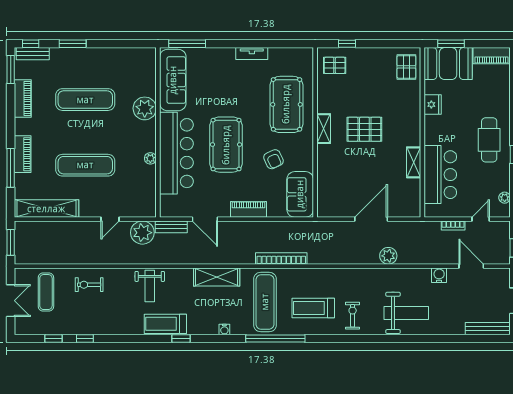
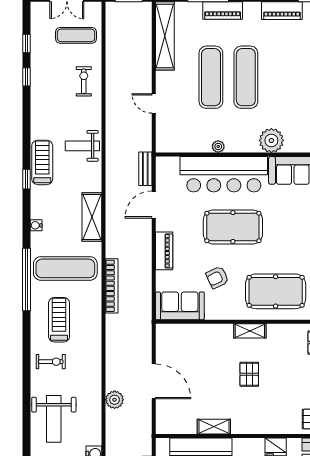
exercise mat: (85, 100) -> (246, 77), moved
pallet: (364, 129) -> (249, 374), width x0.67, depth x0.71
plant: (142, 233) -> (139, 138), removed

